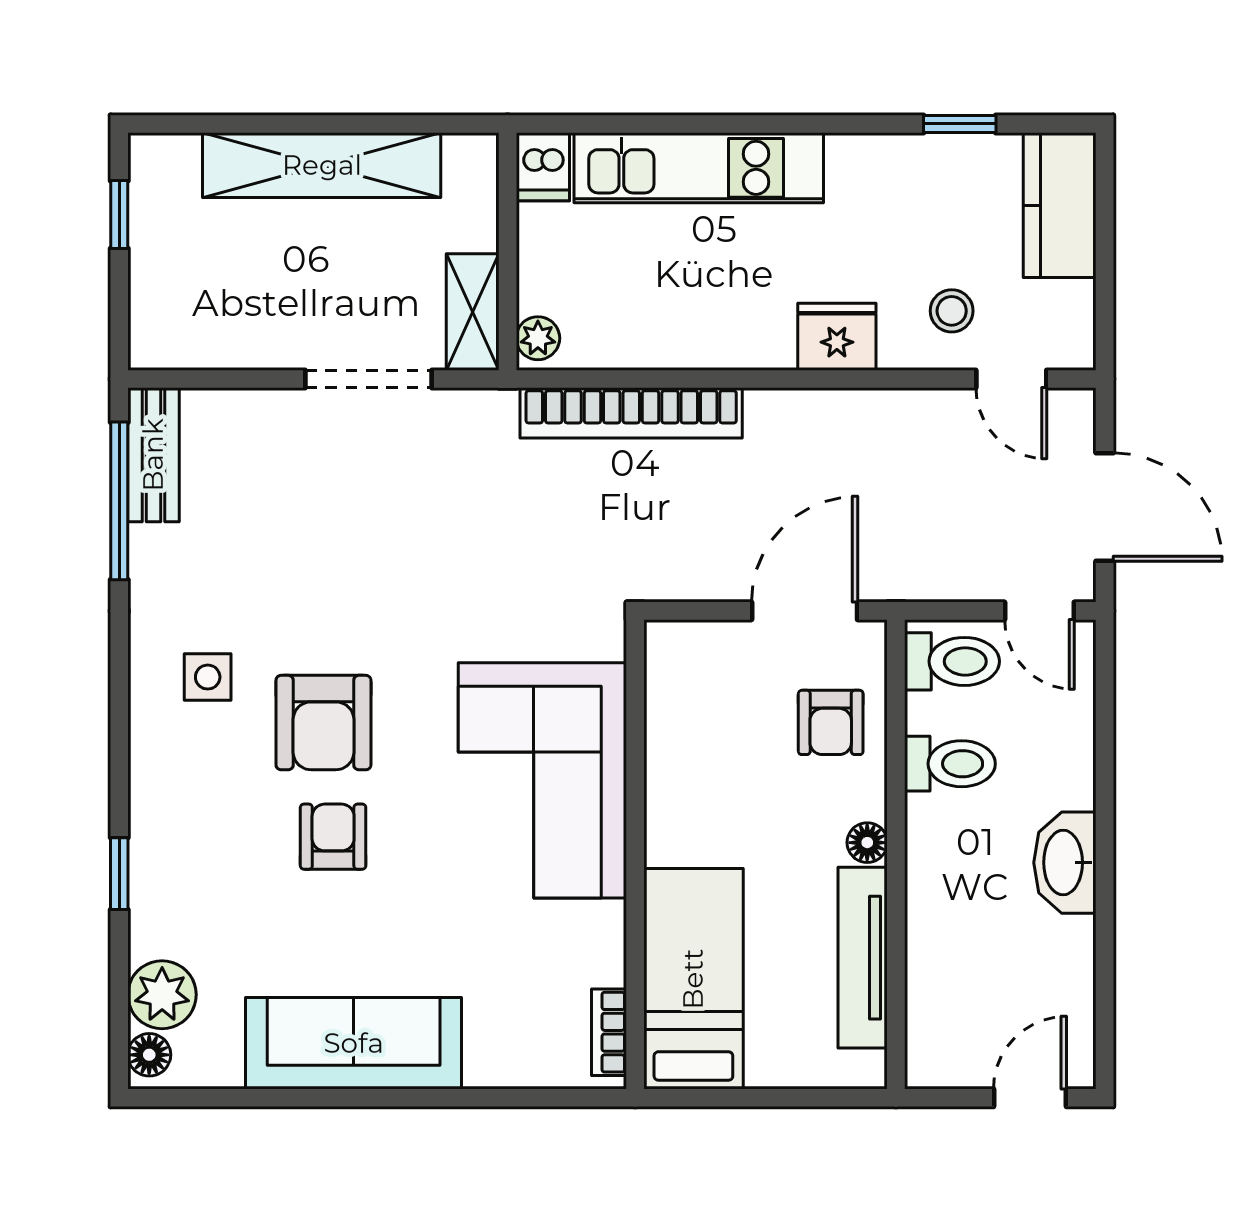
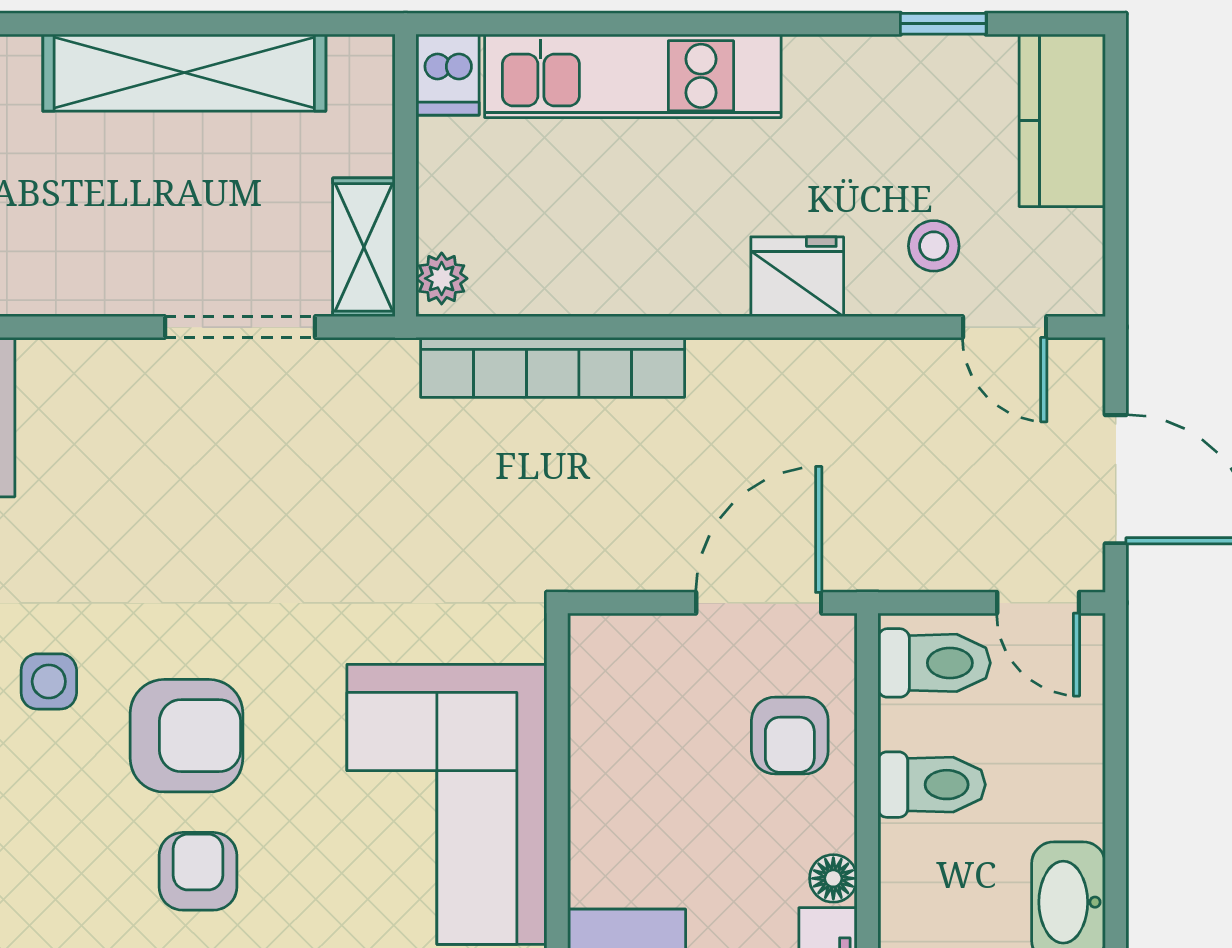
armchair: (323, 723) -> (187, 736), turned -90

